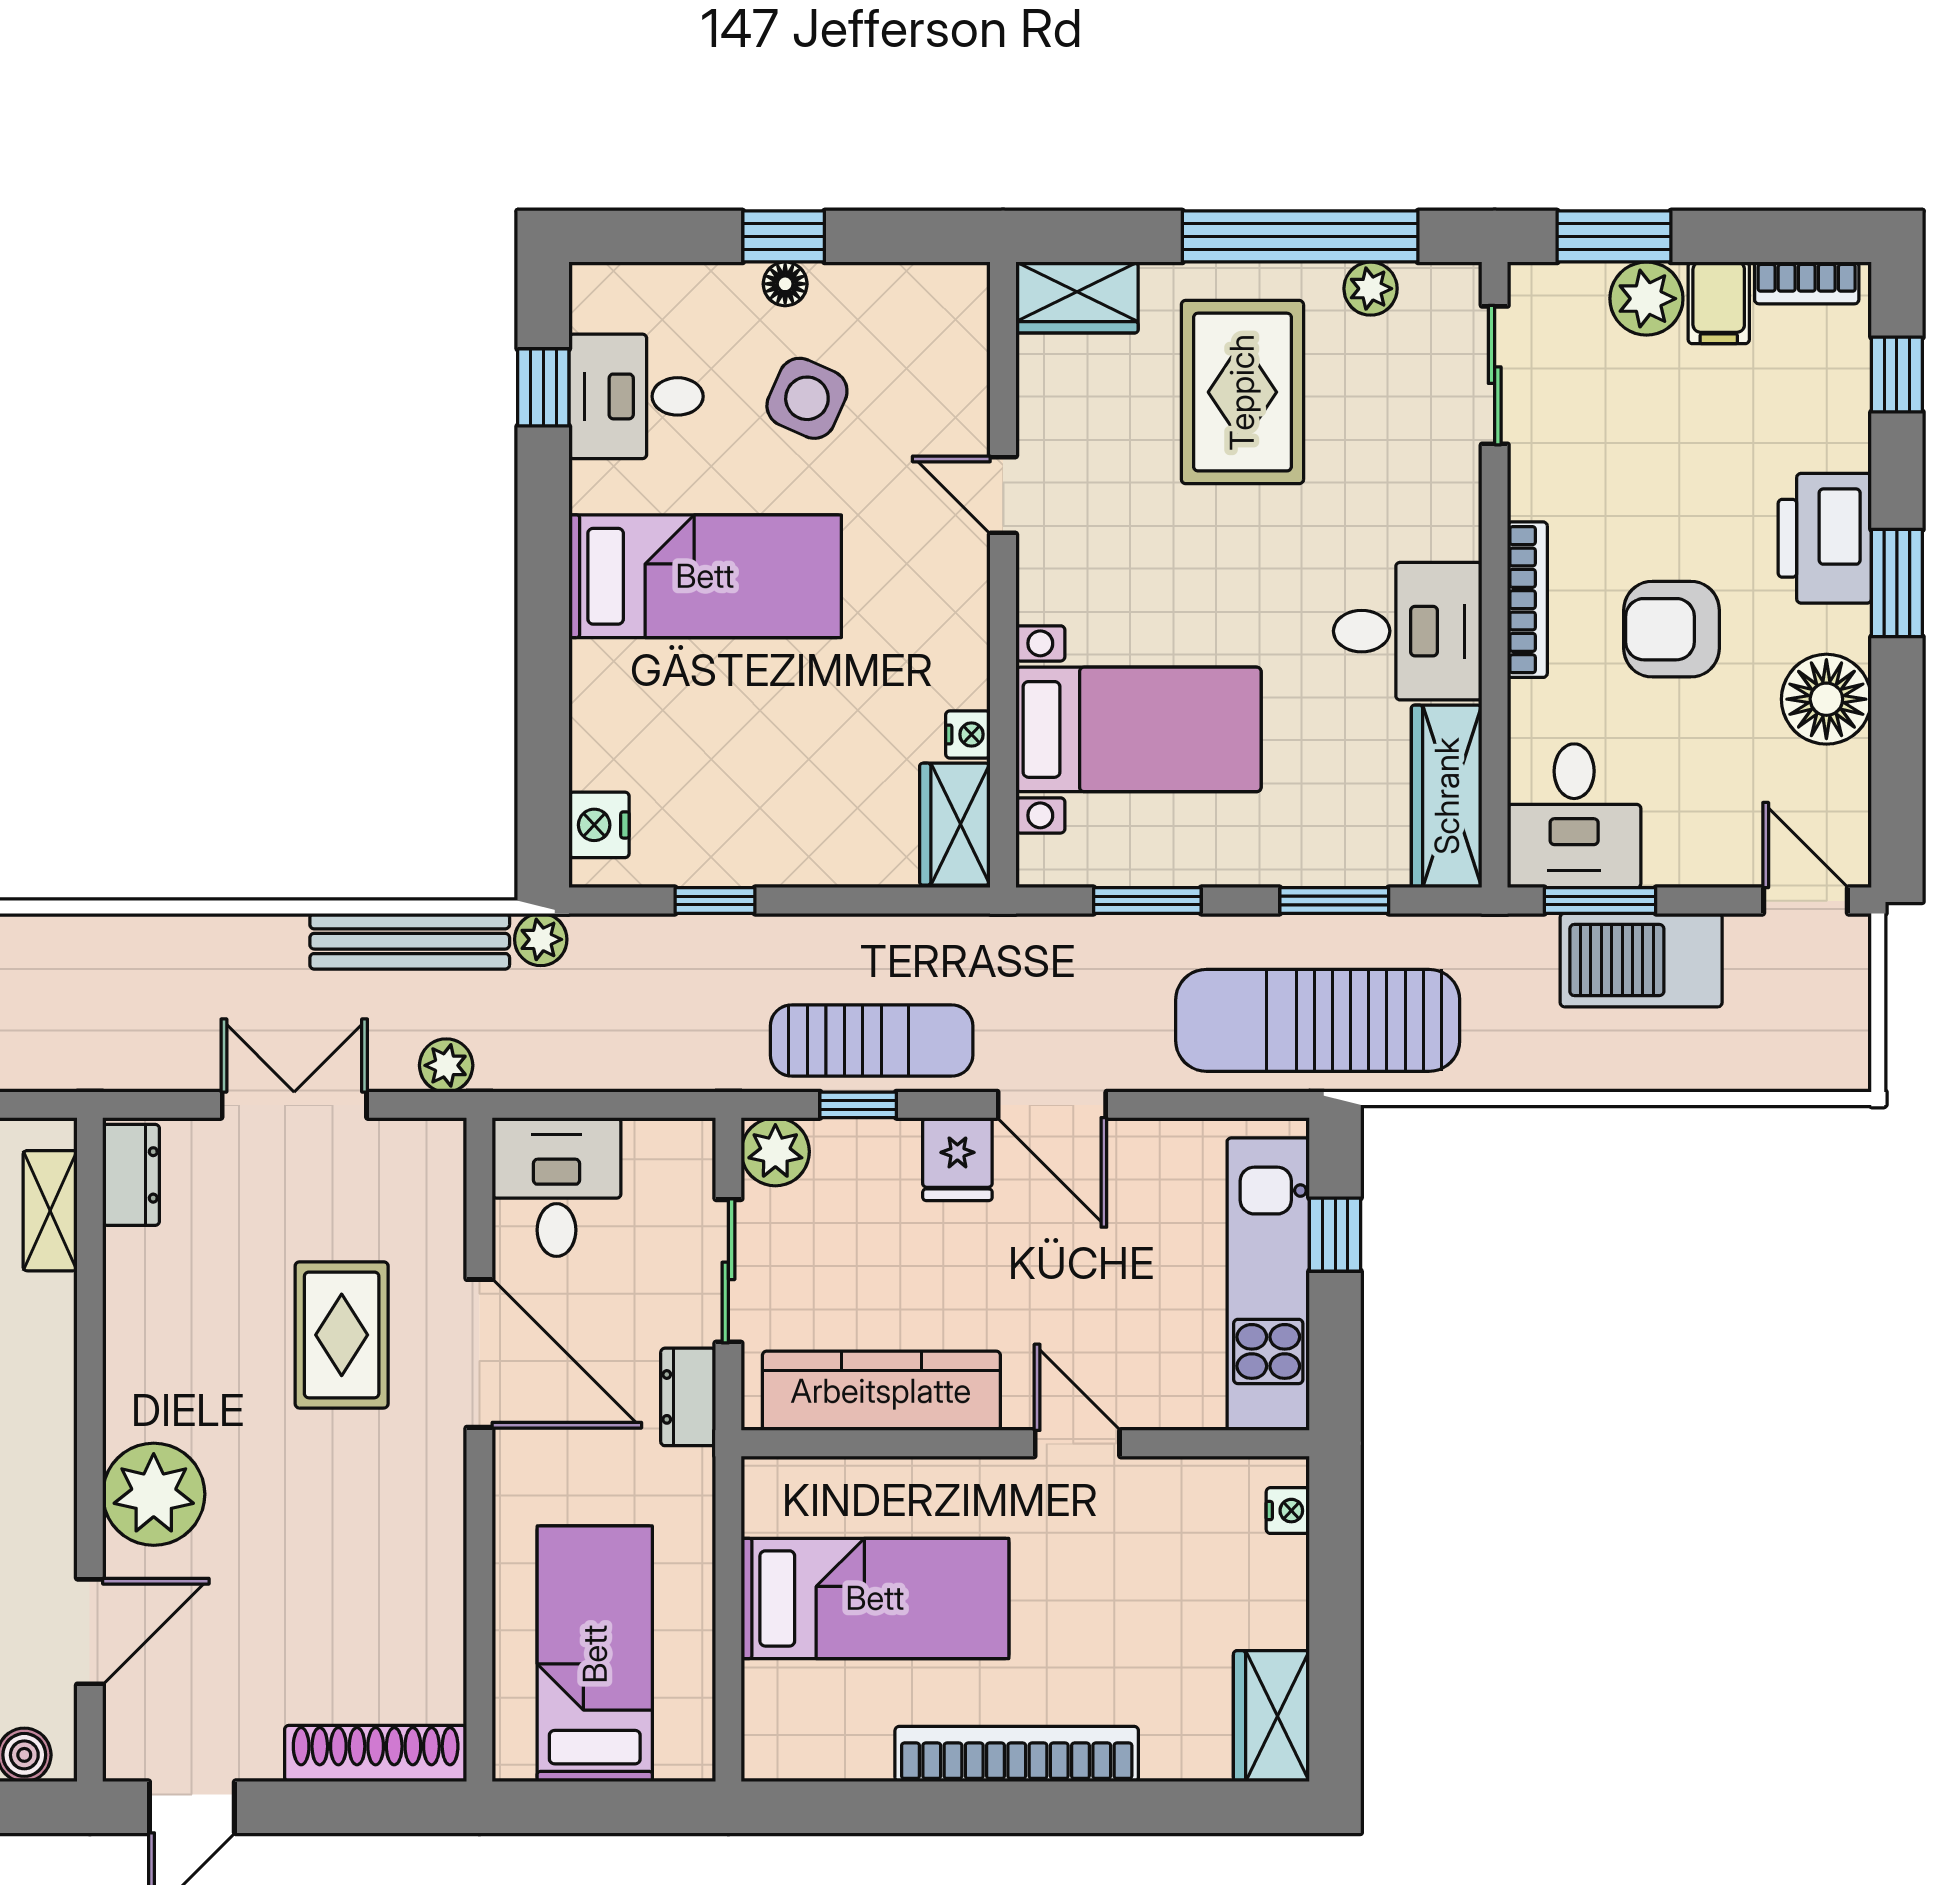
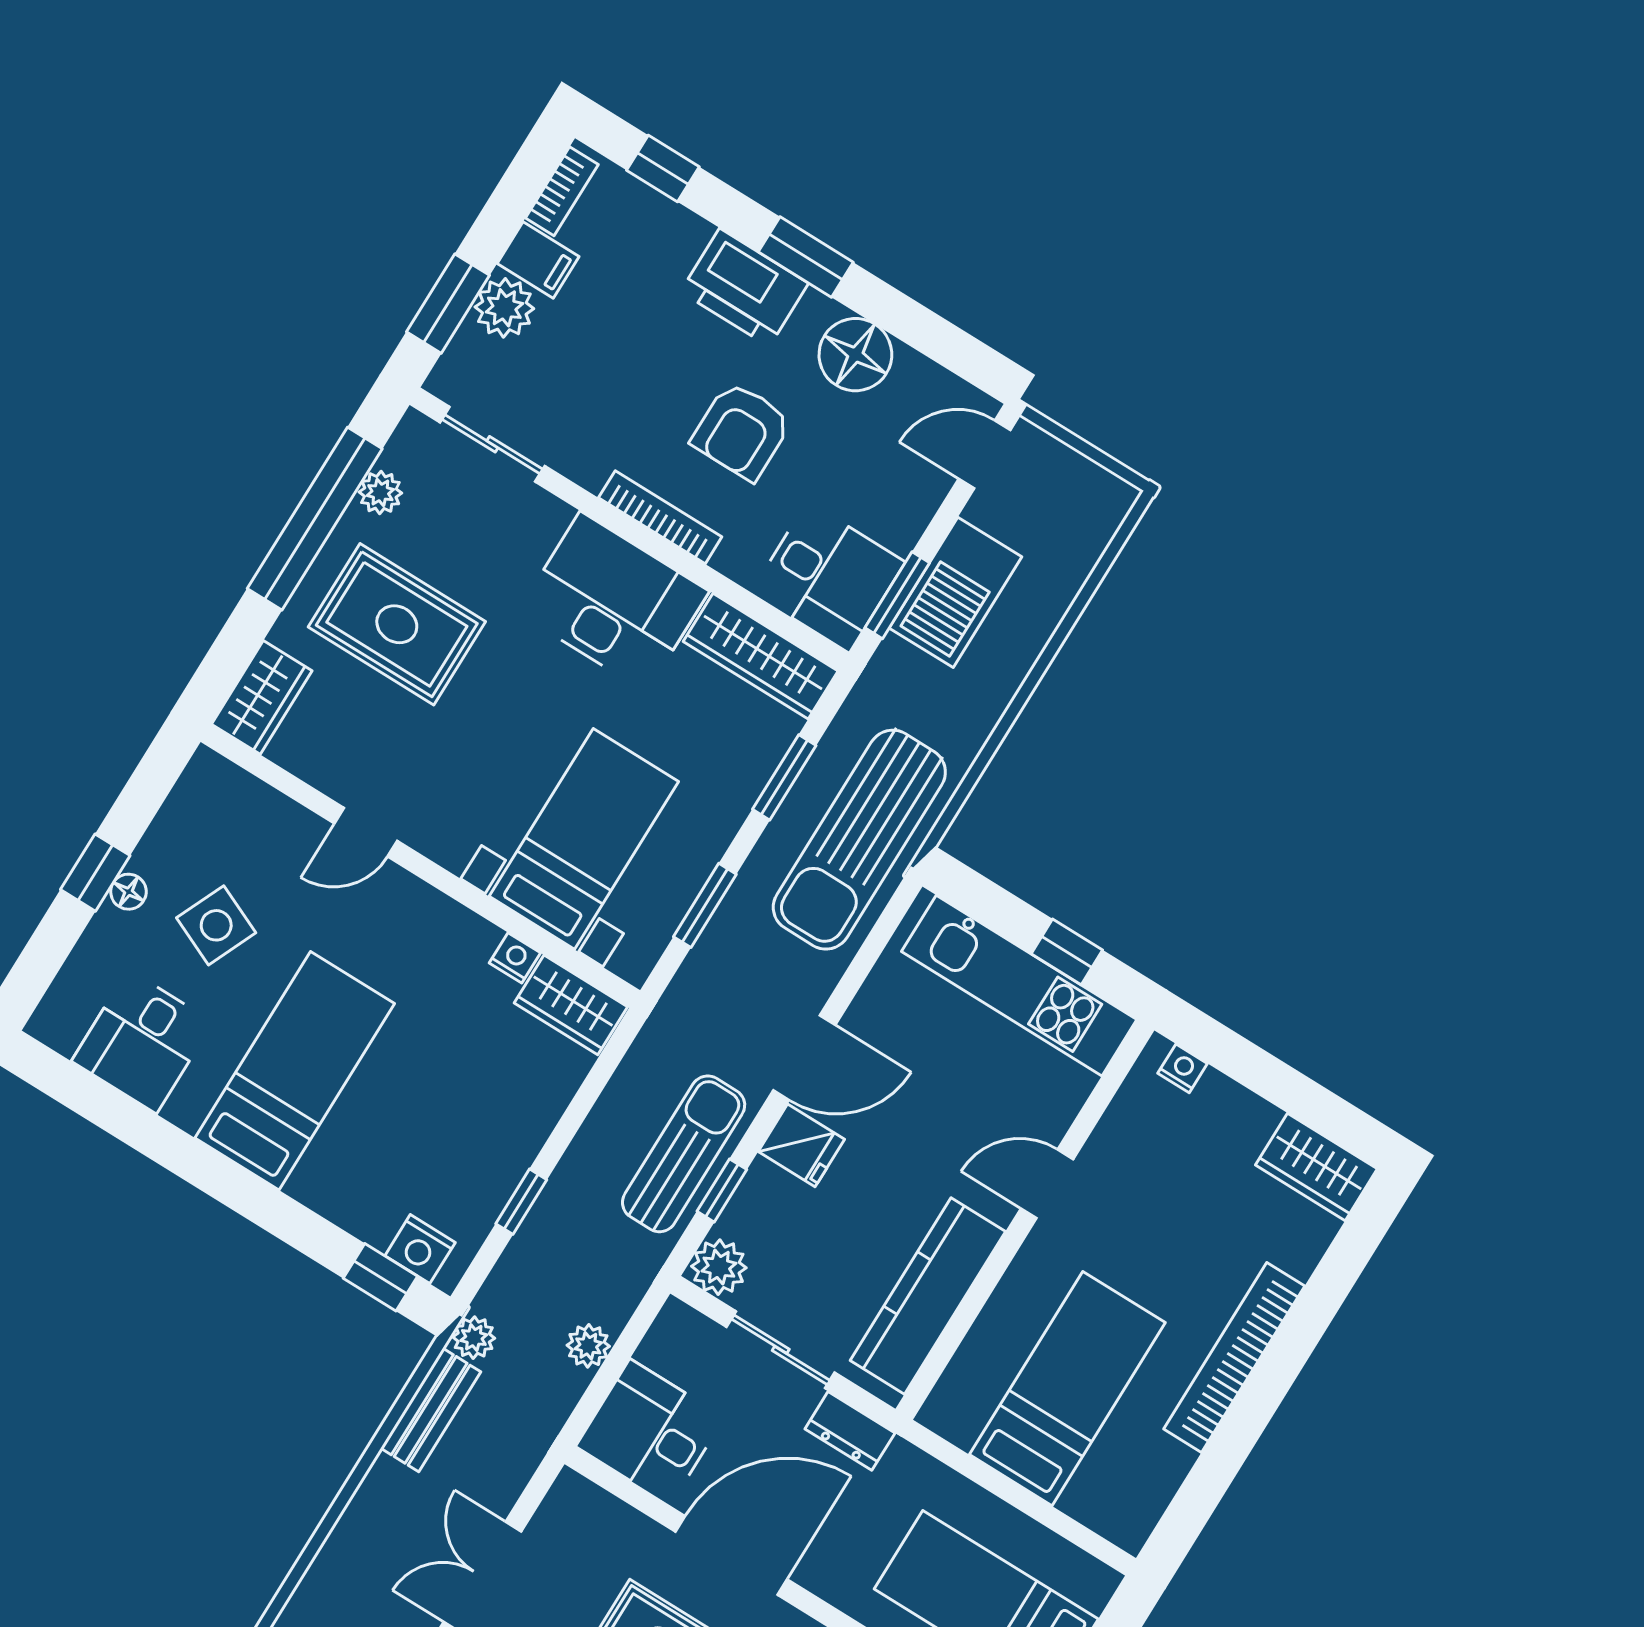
window: (543, 387) -> (380, 1277), moved
desk: (1408, 631) -> (613, 602), width x1.37
bench: (410, 941) -> (431, 1410), width x0.73
plant: (446, 1065) -> (588, 1346), moved
window: (1335, 1235) -> (1067, 952), moved

